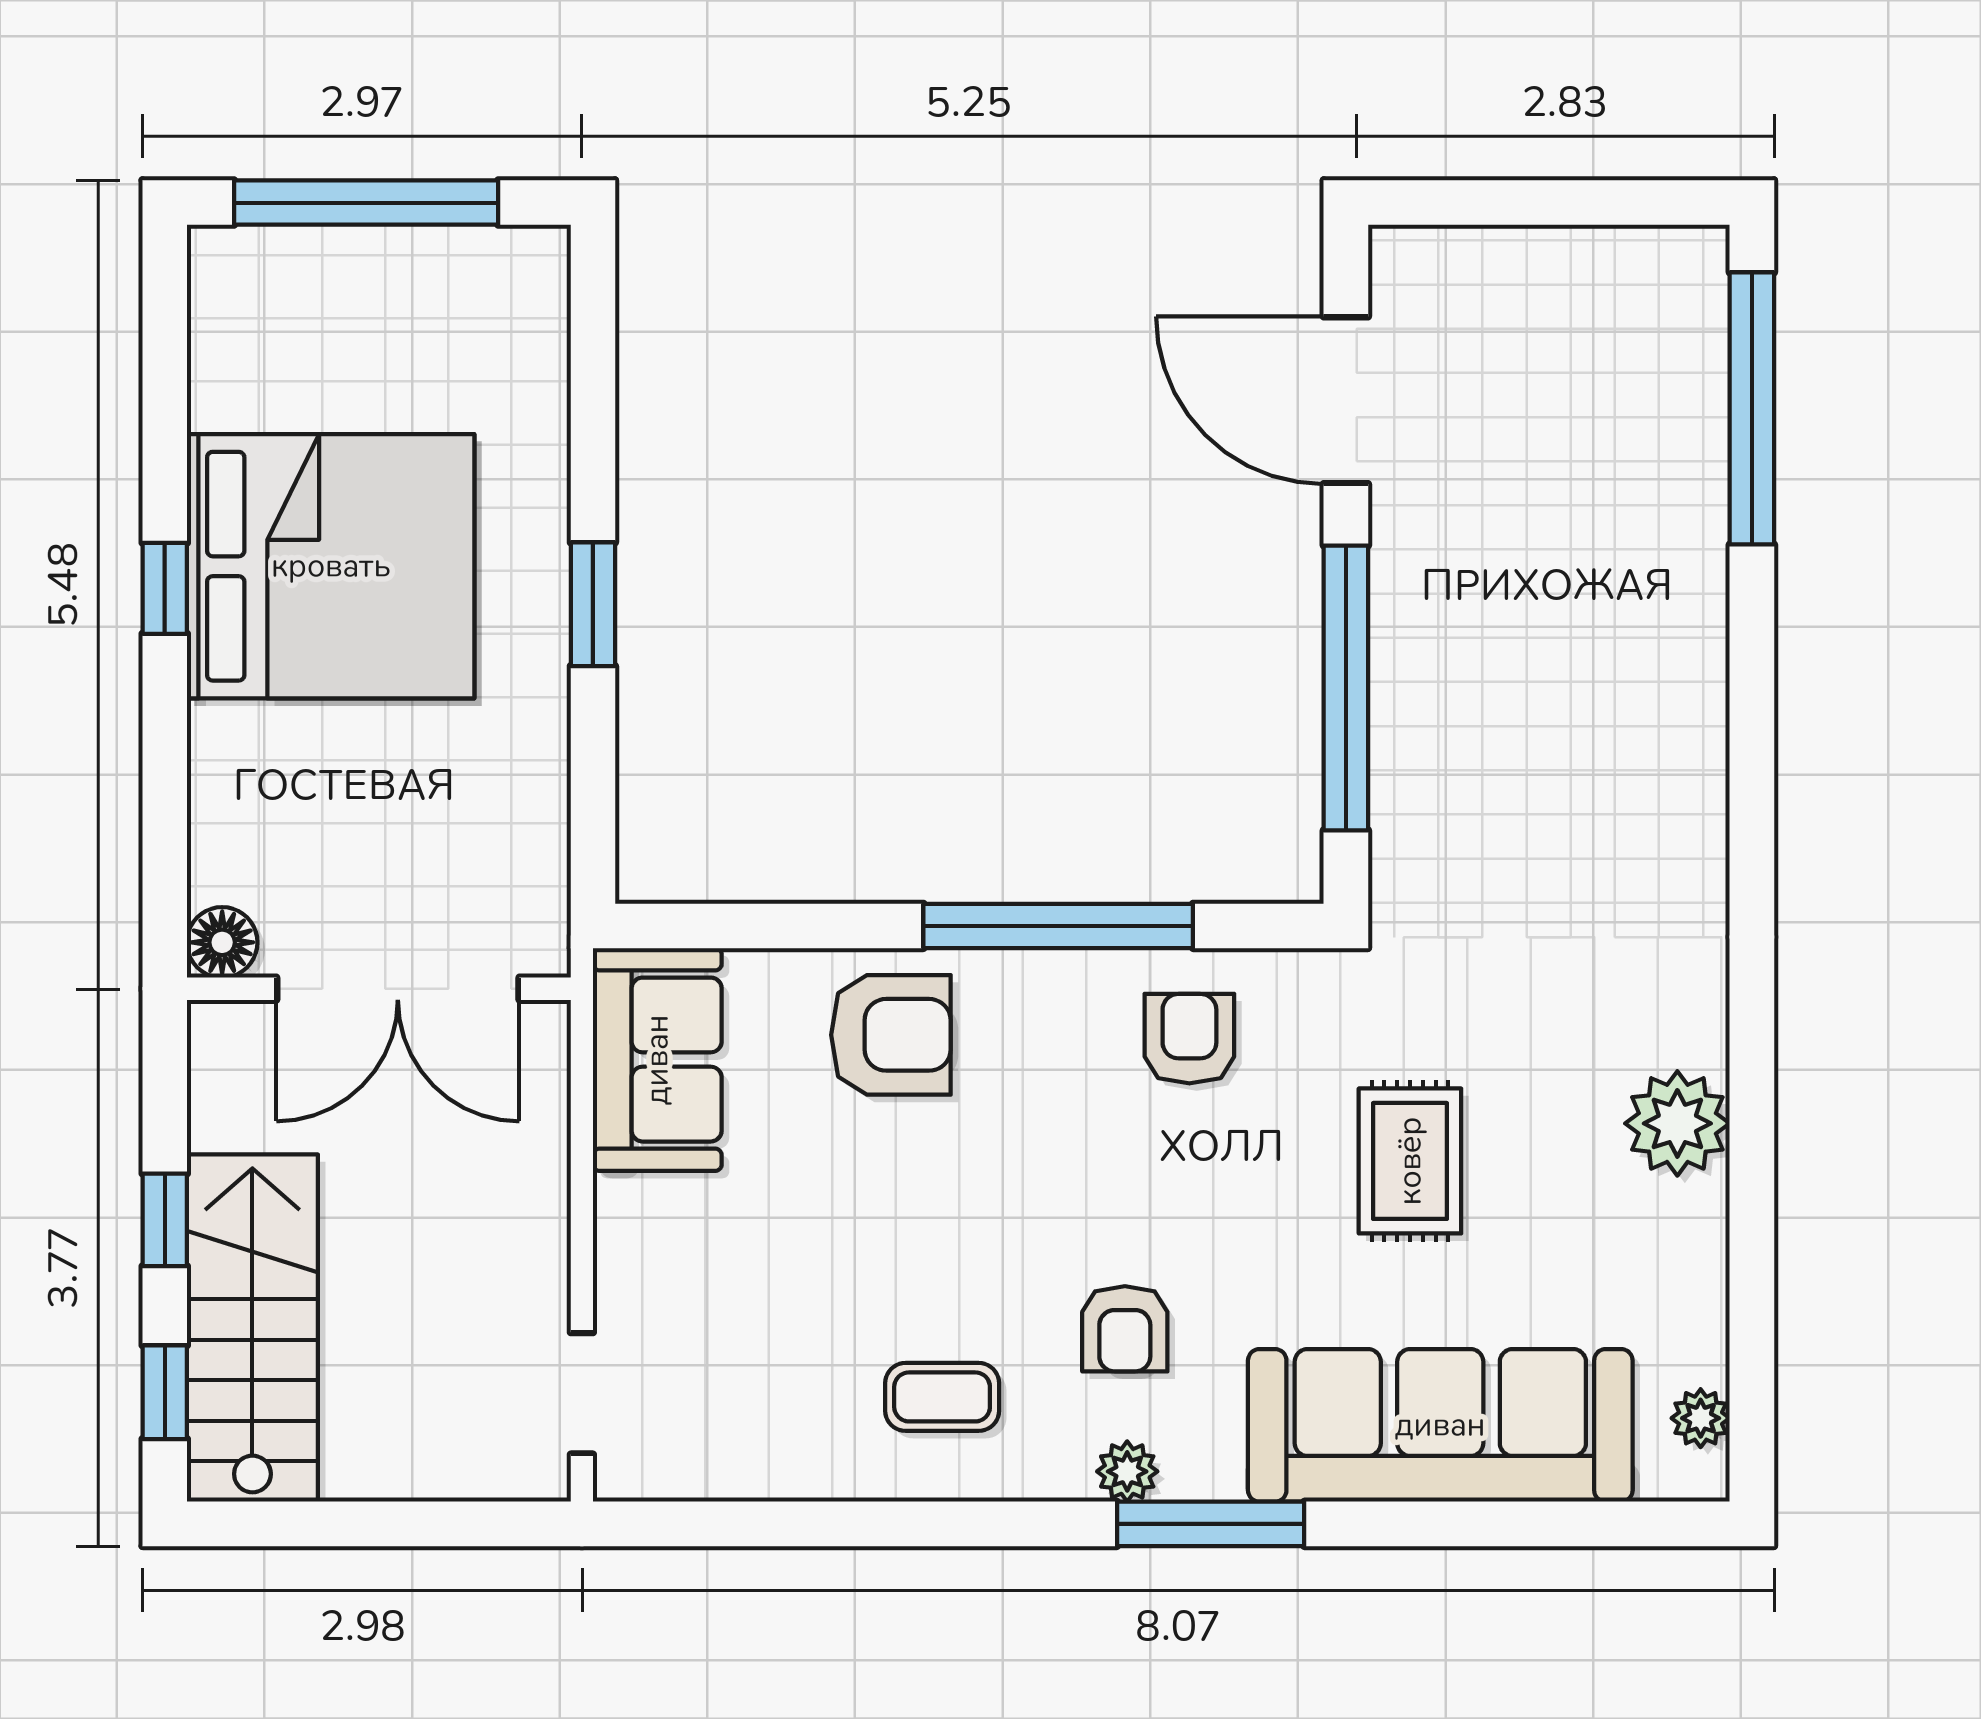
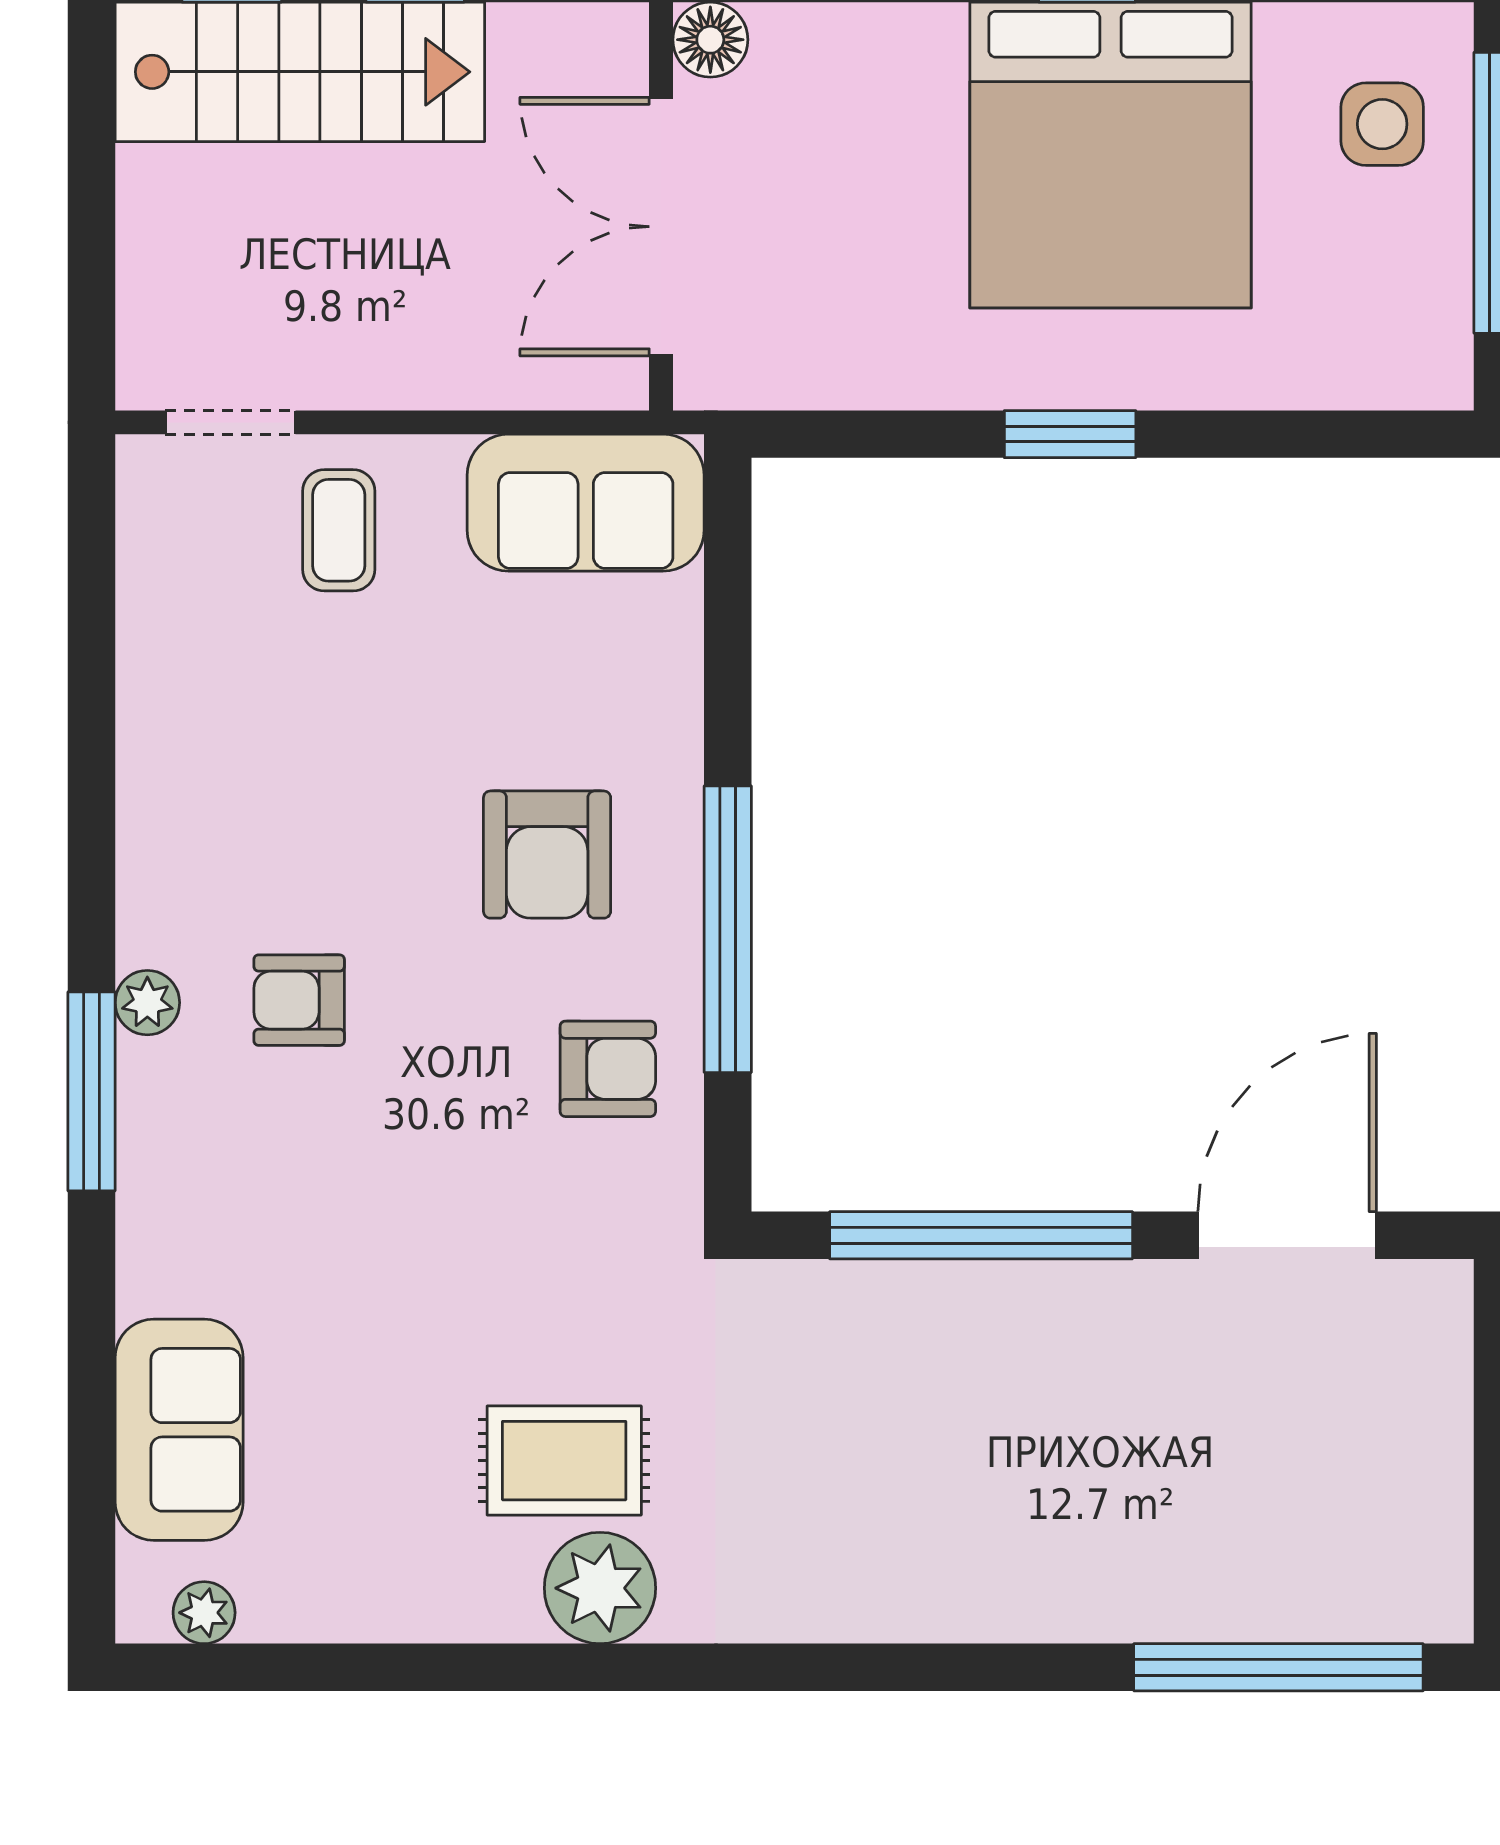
side table: (302, 311) -> (1382, 124), added
armchair: (891, 1035) -> (547, 855), moved
plant: (1677, 1123) -> (600, 1588), moved
rug: (1410, 1161) -> (564, 1461), moved
coffee table: (942, 1397) -> (339, 530), moved
sofa: (1440, 1425) -> (179, 1430), width x0.54, depth x0.79

